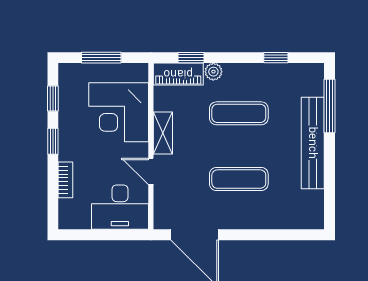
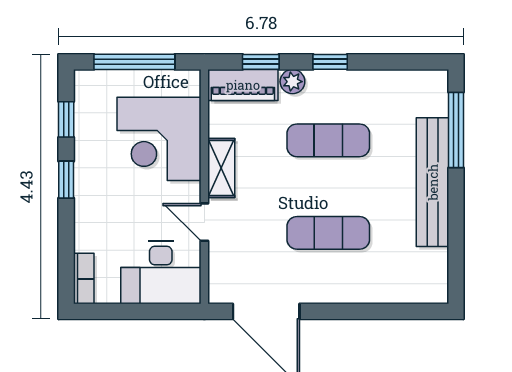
window: (101, 58) -> (134, 62), width x1.44
window: (276, 58) -> (330, 62), moved
bookcase: (65, 180) -> (84, 279), moved

